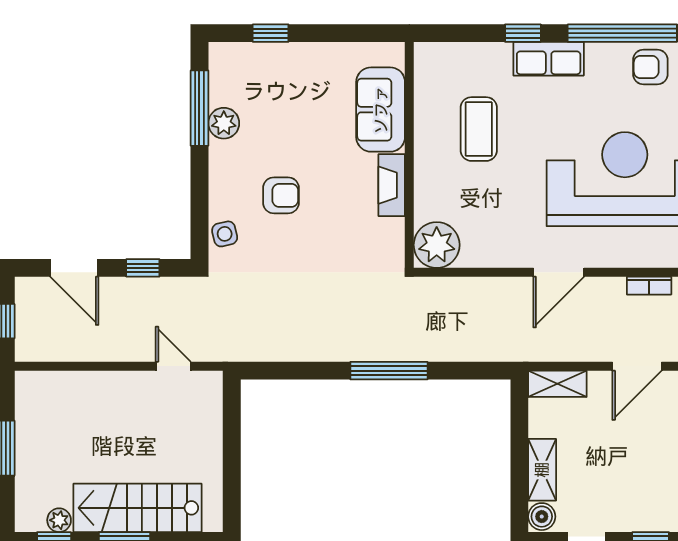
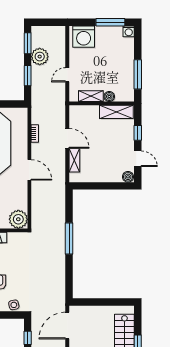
door: (173, 366) -> (67, 326), width x1.87
shelving: (557, 384) -> (74, 160), moved
shelving: (542, 470) -> (109, 177), removed

